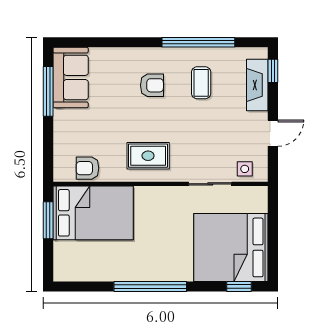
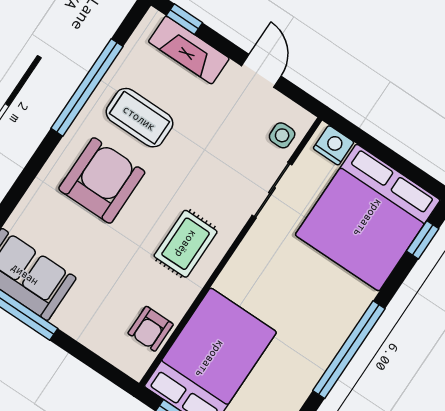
coffee table: (201, 83) -> (139, 118), width x1.36, depth x1.30
armchair: (152, 85) -> (102, 180), width x1.88, depth x1.88
nightstand: (258, 201) -> (334, 145), added

